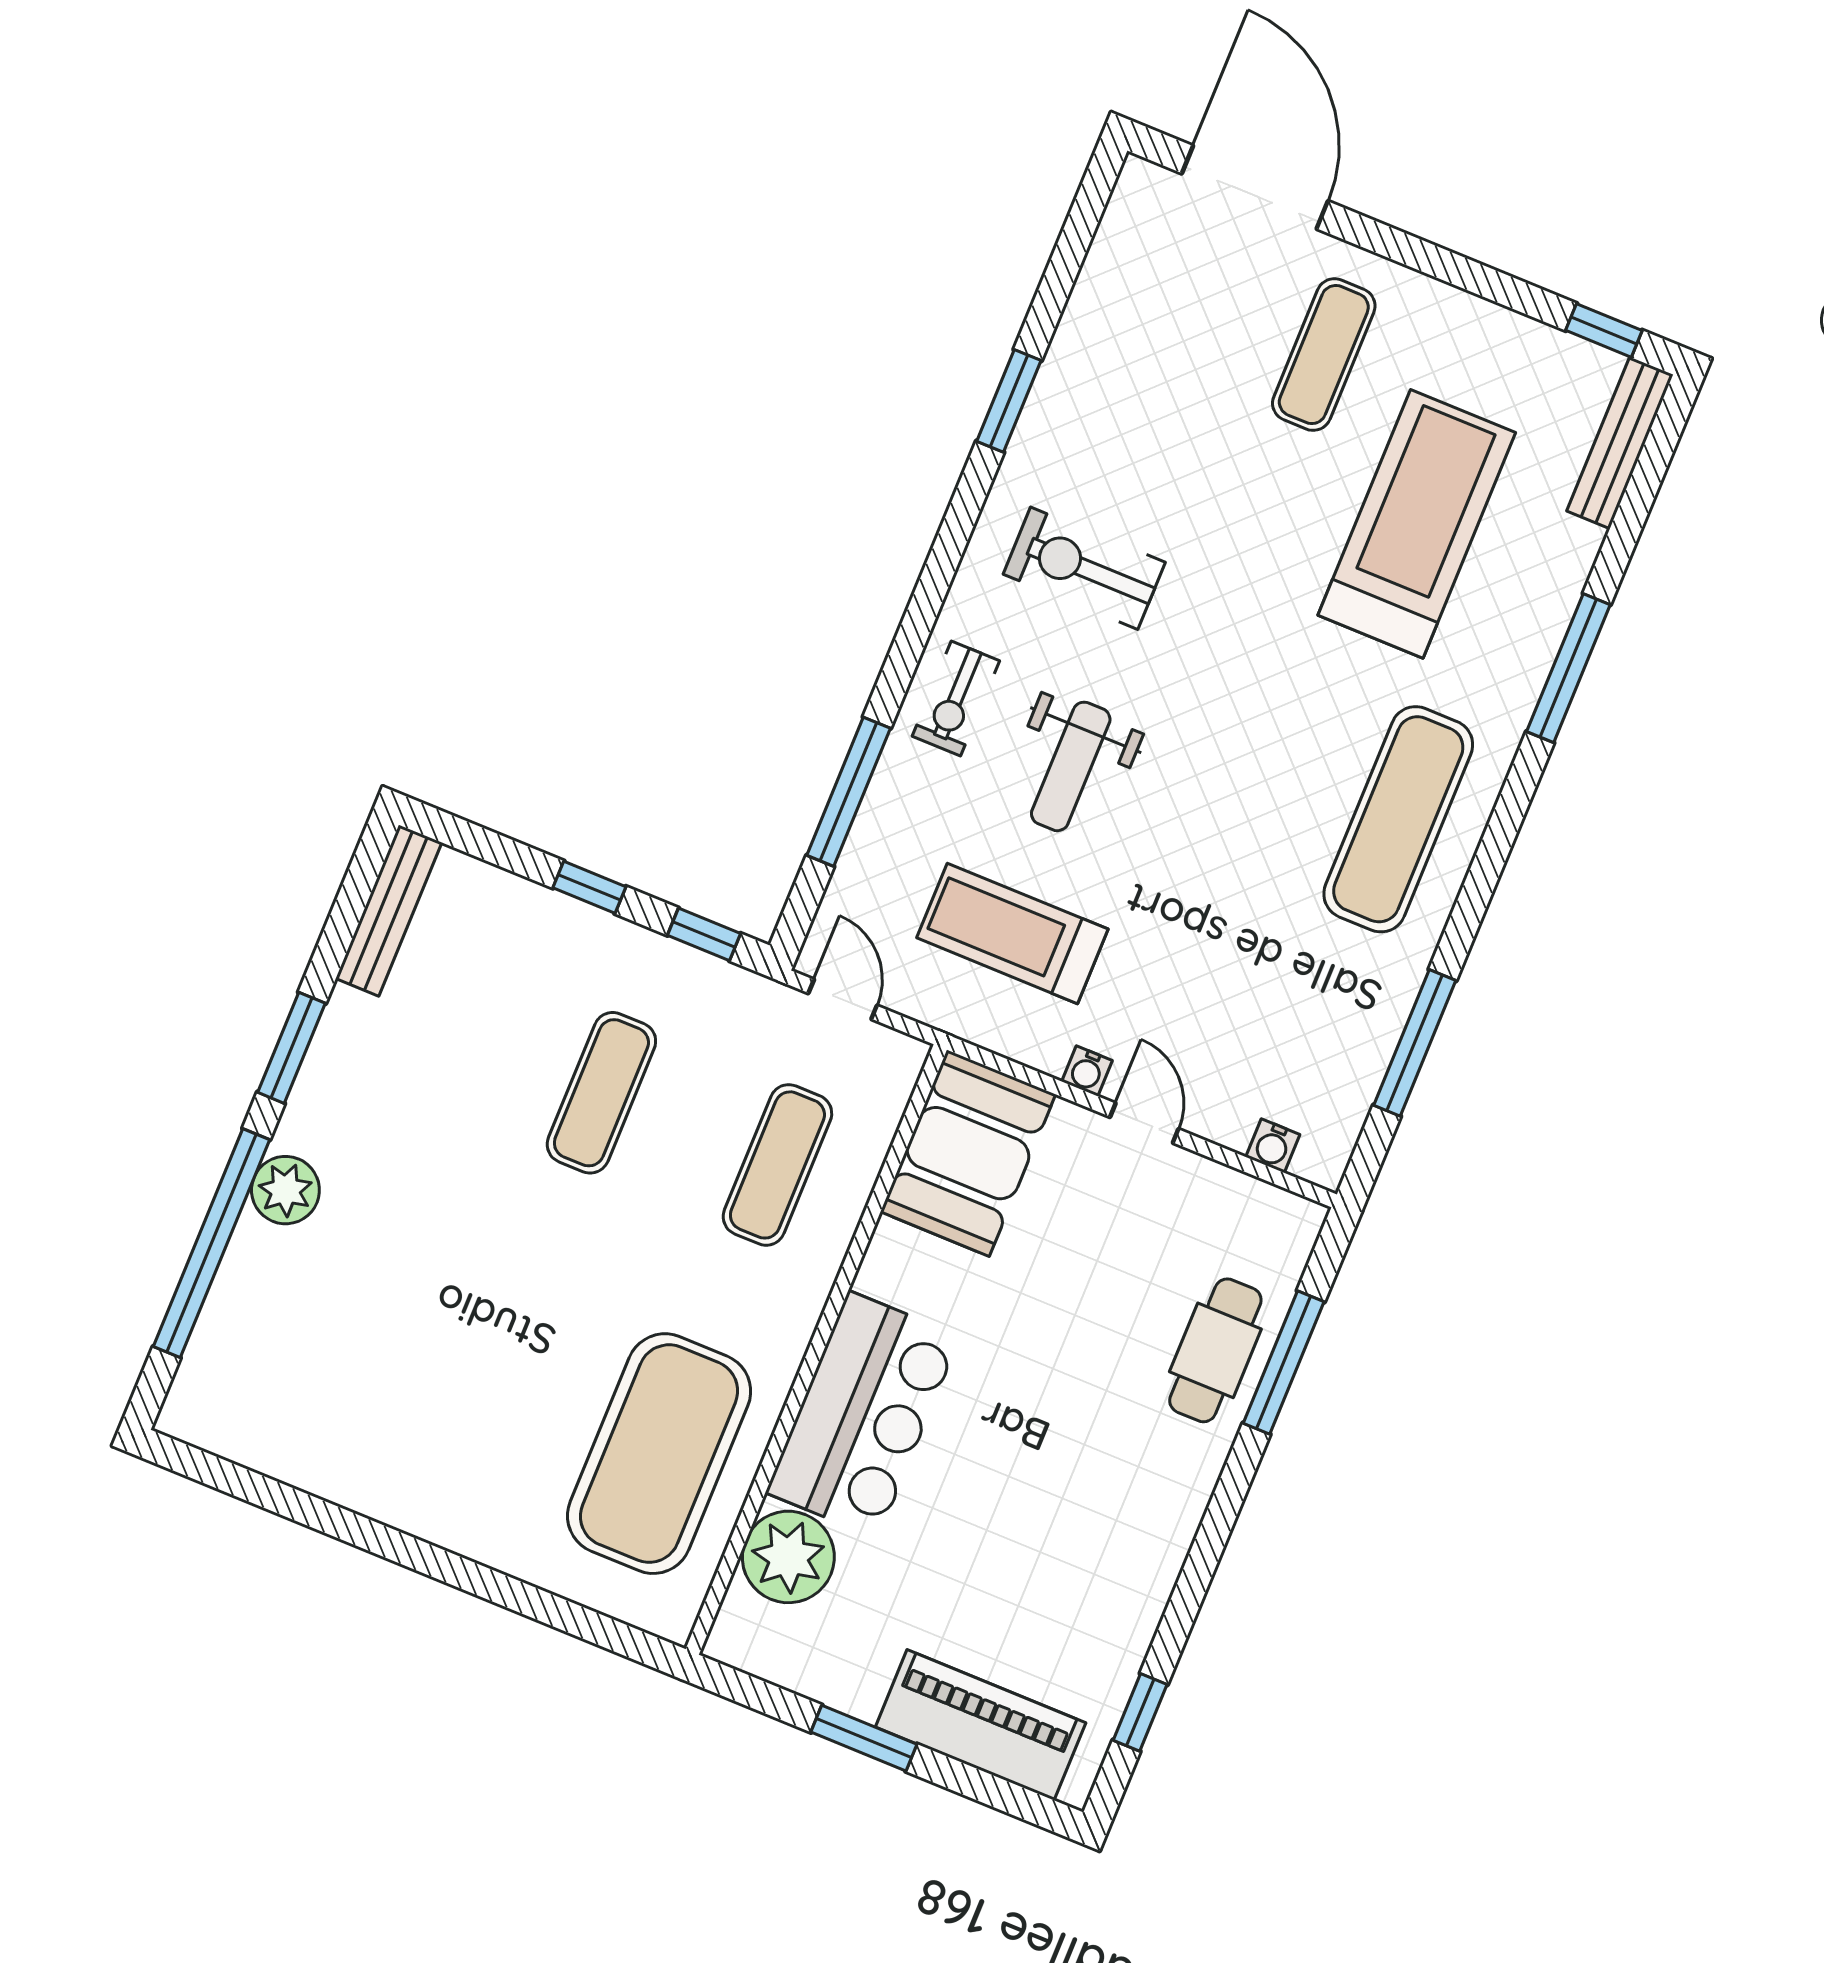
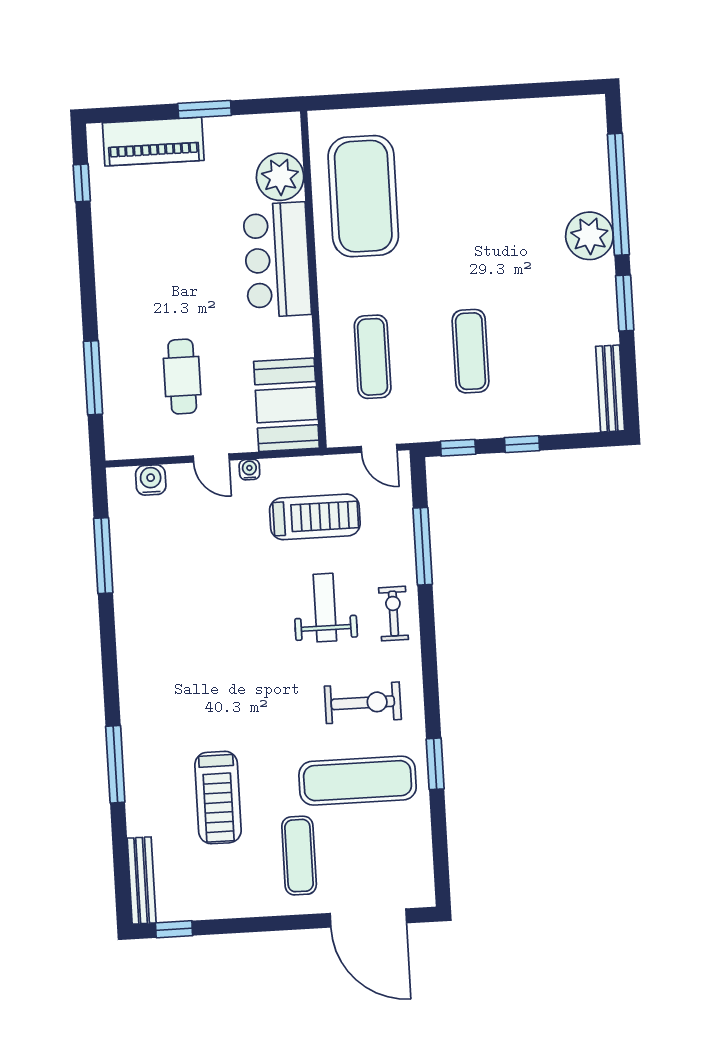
treadmill: (1417, 524) -> (218, 798), width x0.73, depth x0.73
exercise mat: (1398, 819) -> (358, 781), moved, turned 90
water cooler: (1273, 1146) -> (151, 480), width x1.38, depth x1.38
plant: (285, 1190) -> (589, 236), width x1.36, depth x1.36
cafe table: (1215, 1350) -> (182, 377), moved

